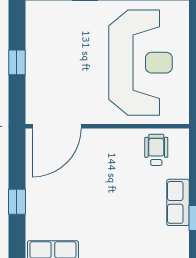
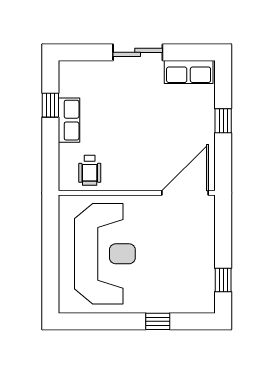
window: (17, 62) -> (223, 280), moved
reception desk: (140, 63) -> (105, 254), turned 180

